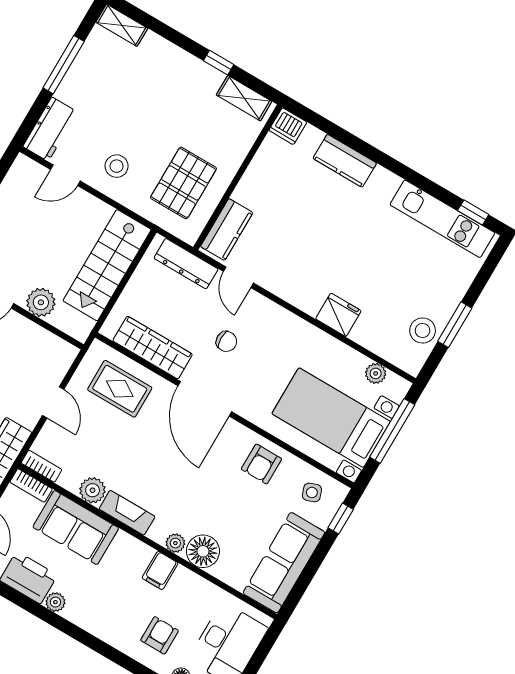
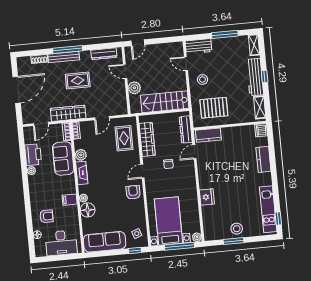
window: (219, 63) -> (265, 76), moved
workbench: (182, 67) -> (255, 77), added
stool: (423, 331) -> (237, 229), moved
plant: (376, 373) -> (197, 237), moved
door: (205, 399) -> (142, 171), width x0.53
armchair: (261, 464) -> (133, 192), moved, turned 90

